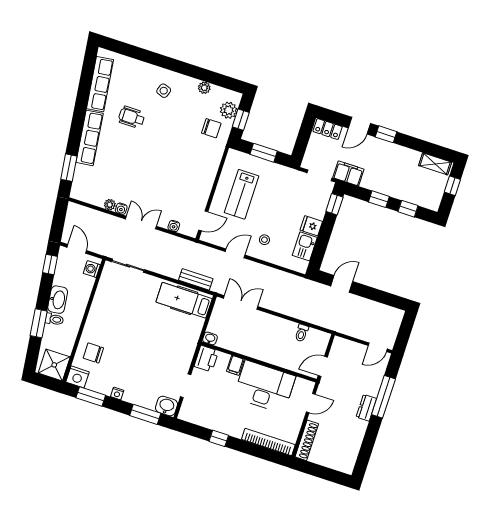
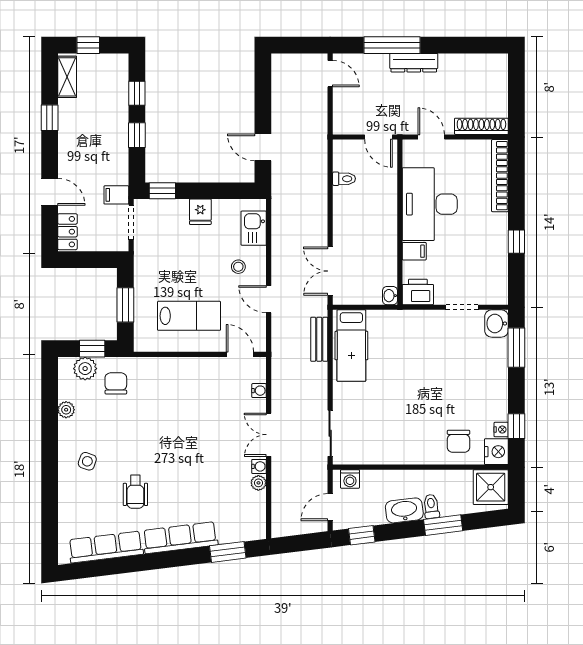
window: (386, 134) -> (50, 118), moved
filing cabinet: (348, 173) -> (116, 195), width x0.50
kitchen sink: (305, 246) -> (254, 228), moved, turned 90
nightstand: (117, 394) -> (501, 430), moved
window: (91, 397) -> (516, 426), width x0.67
dresser: (366, 408) -> (414, 63), width x1.44

